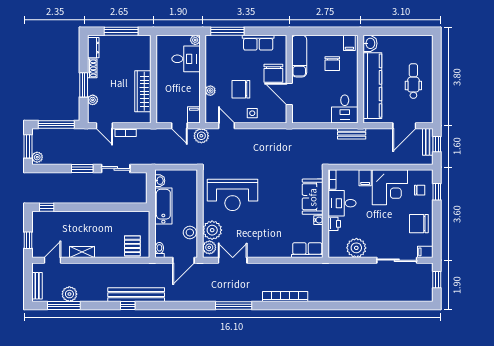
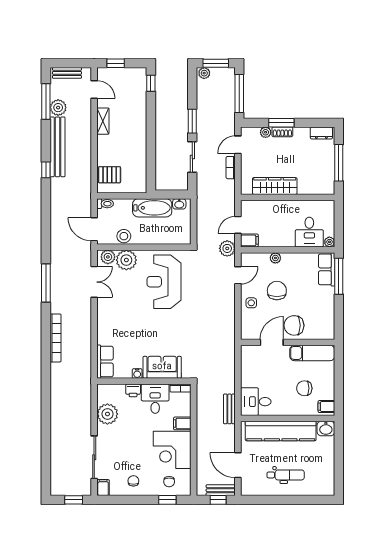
row of seats: (258, 43) -> (327, 269), moved
shoe rack: (92, 68) -> (282, 132), moved
chair: (419, 224) -> (133, 481), width x0.54, depth x0.54
bench: (136, 295) -> (58, 147), moved

